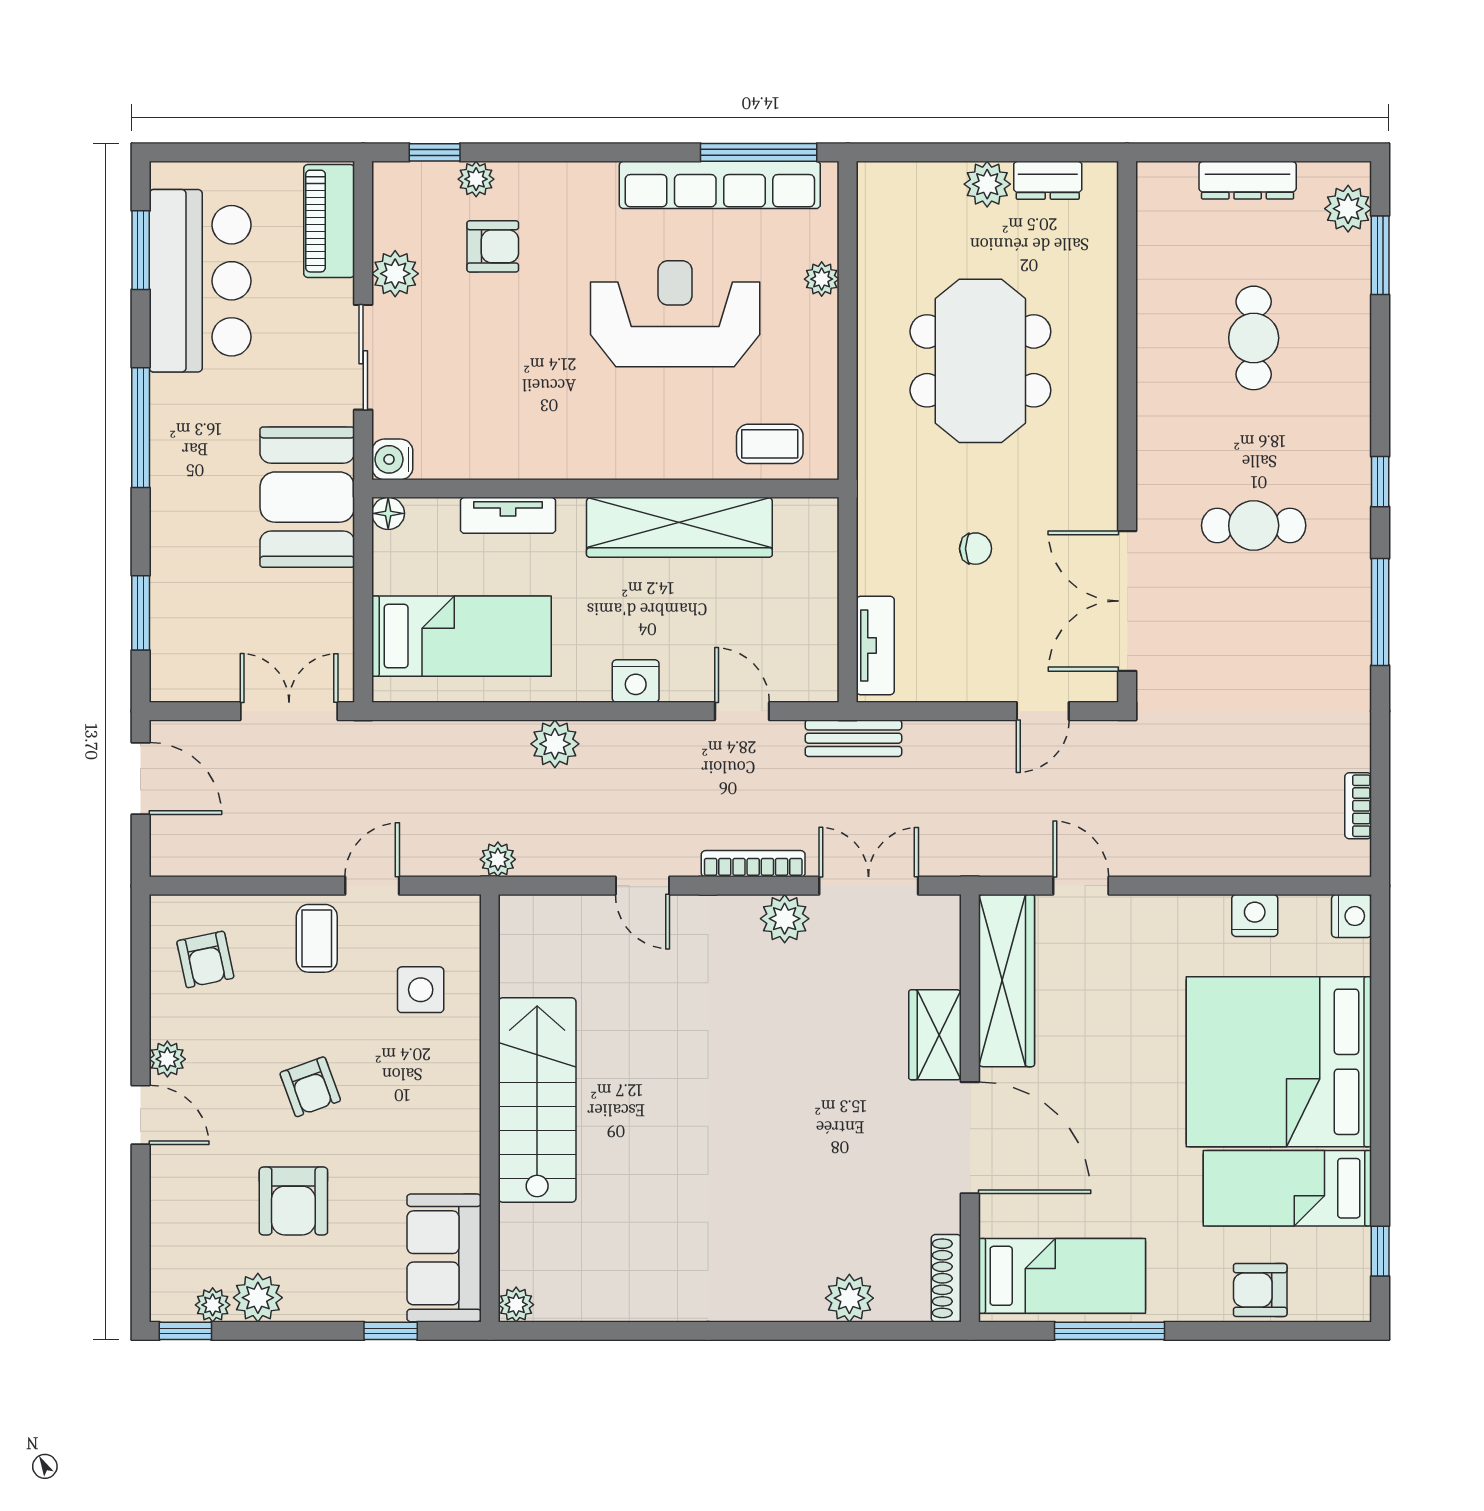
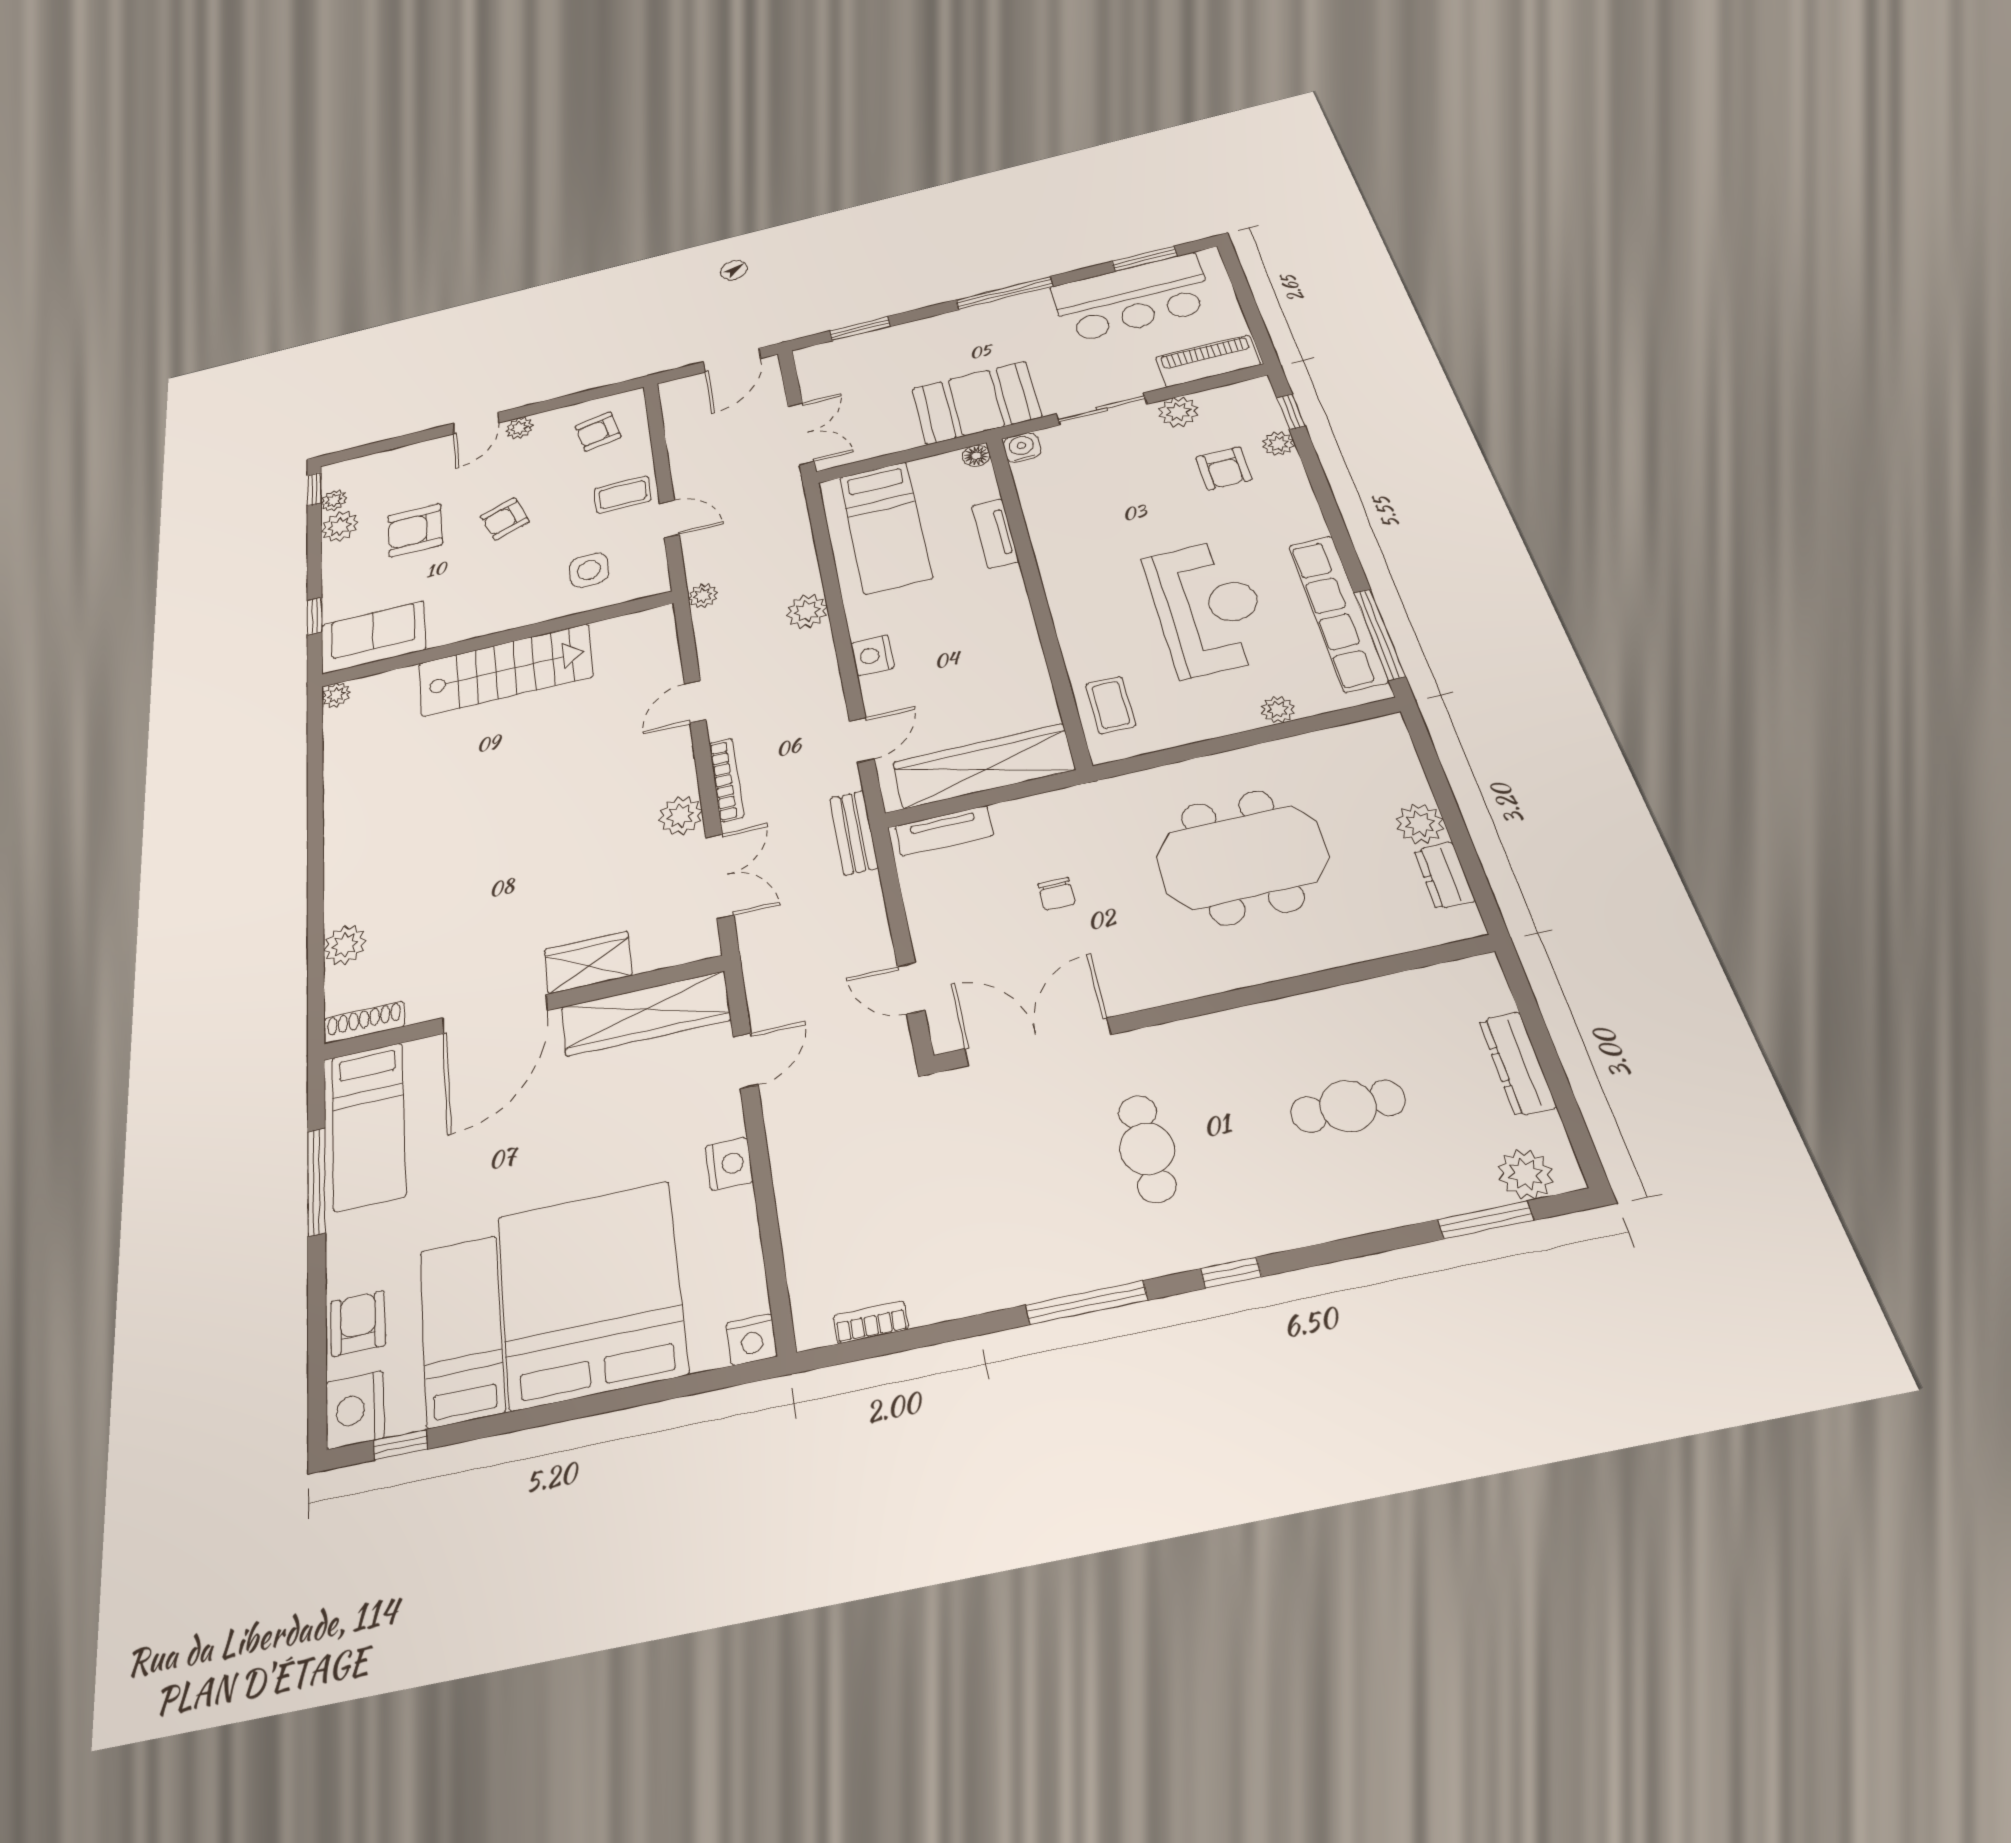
wardrobe: (679, 527) -> (984, 766), moved, turned 90
nightstand: (1255, 915) -> (729, 1164), moved
nightstand: (1340, 1294) -> (355, 1410), added

